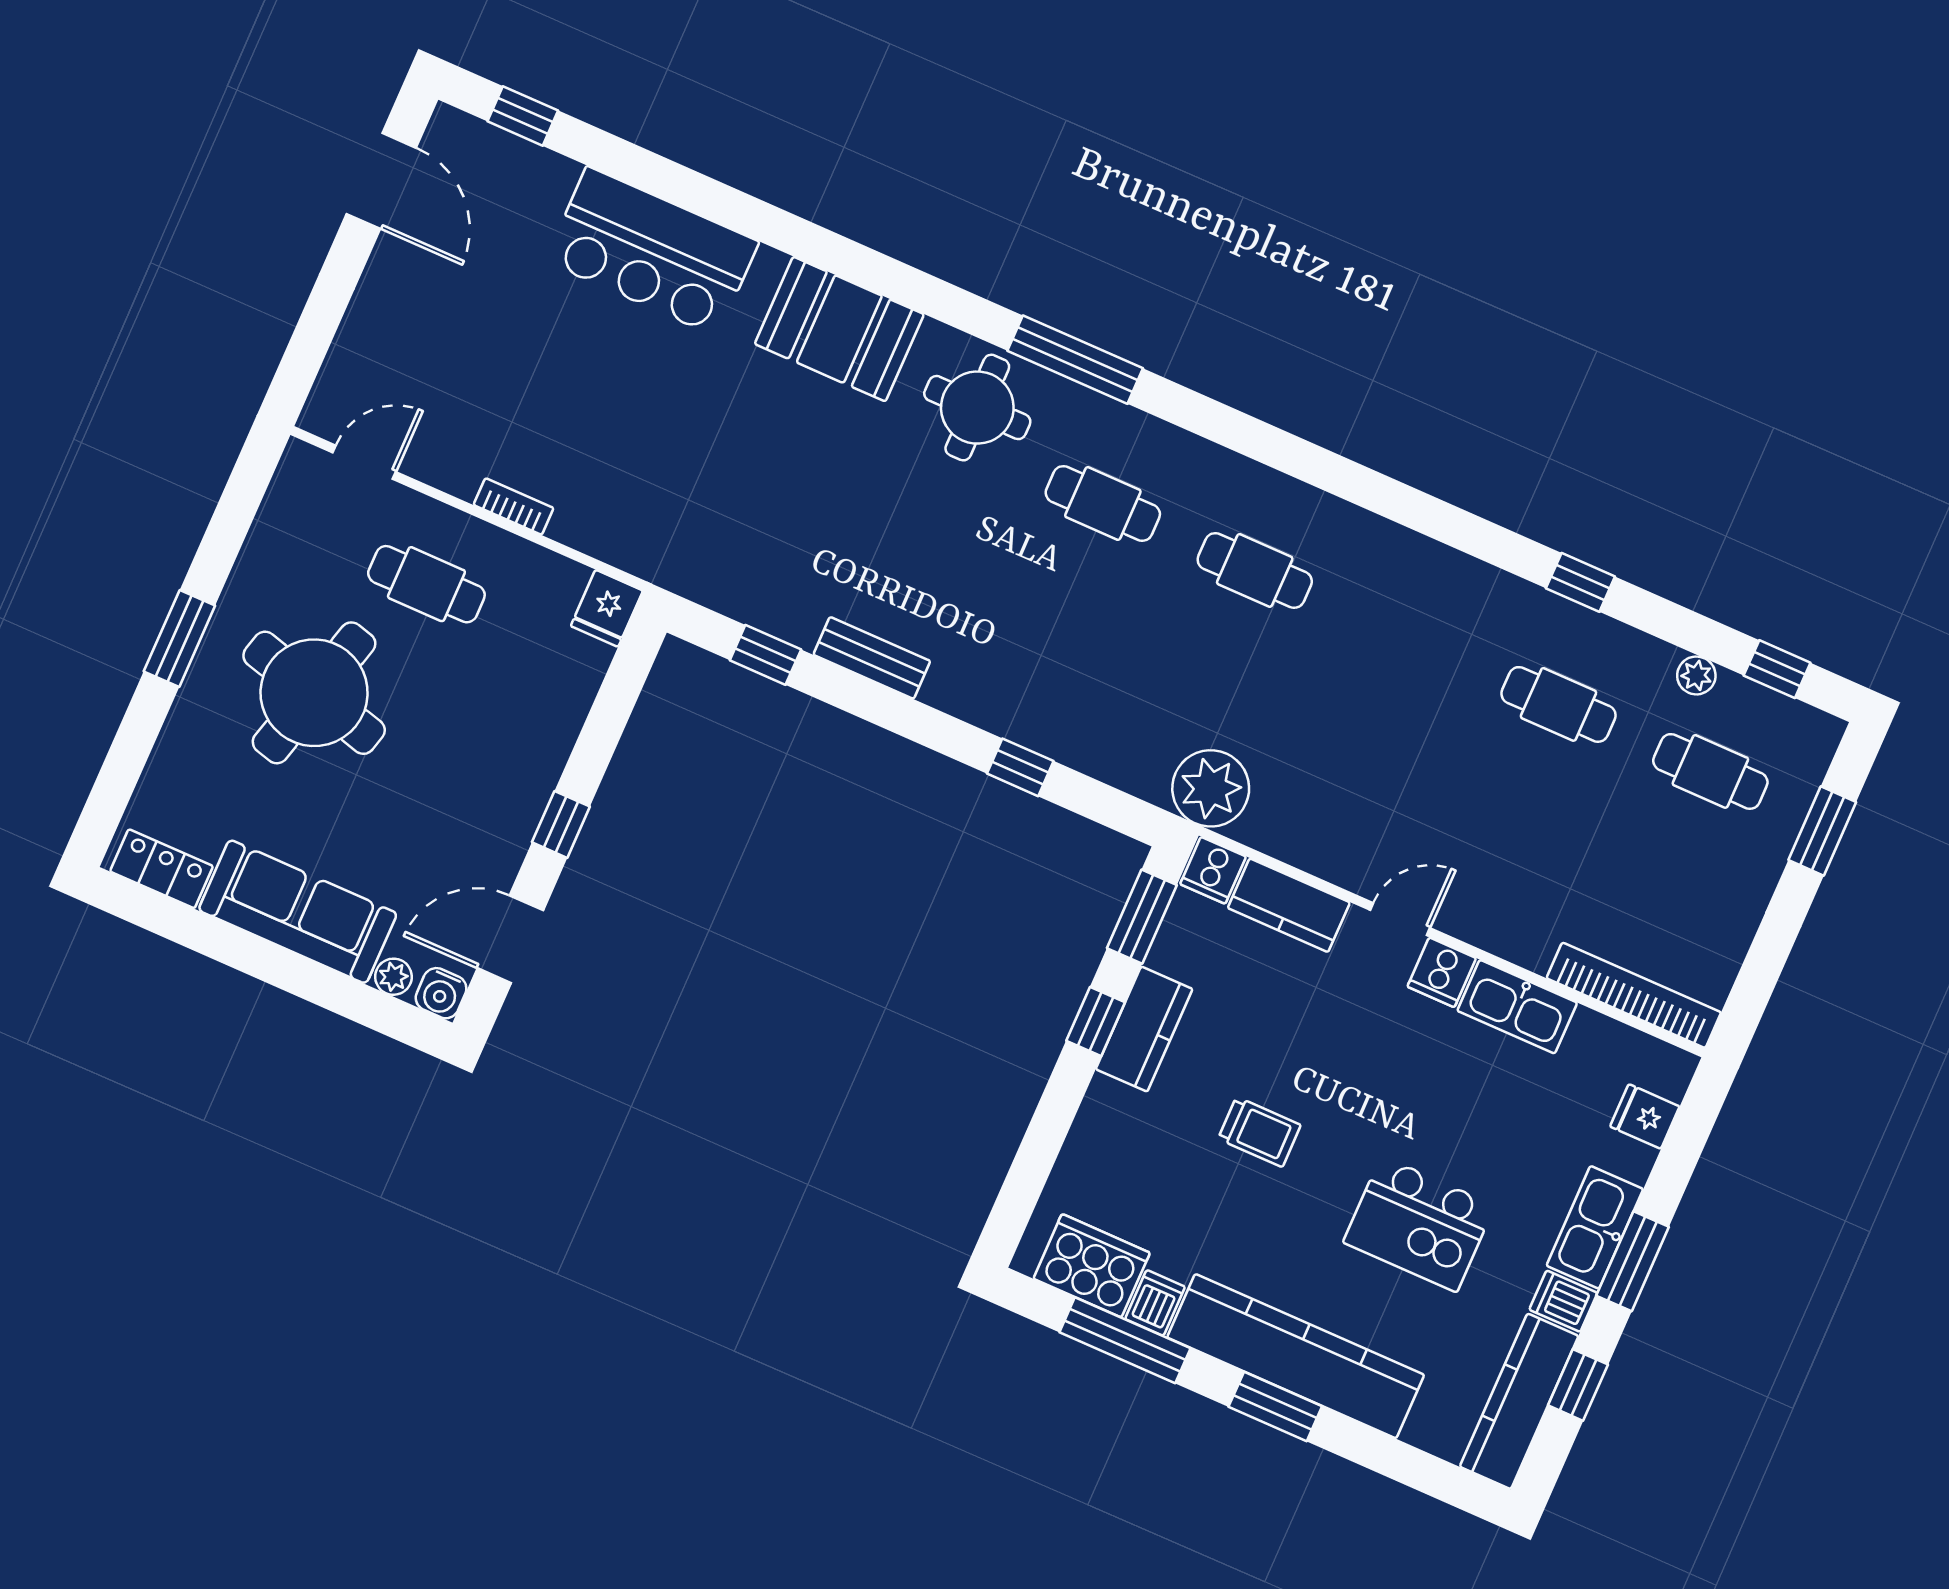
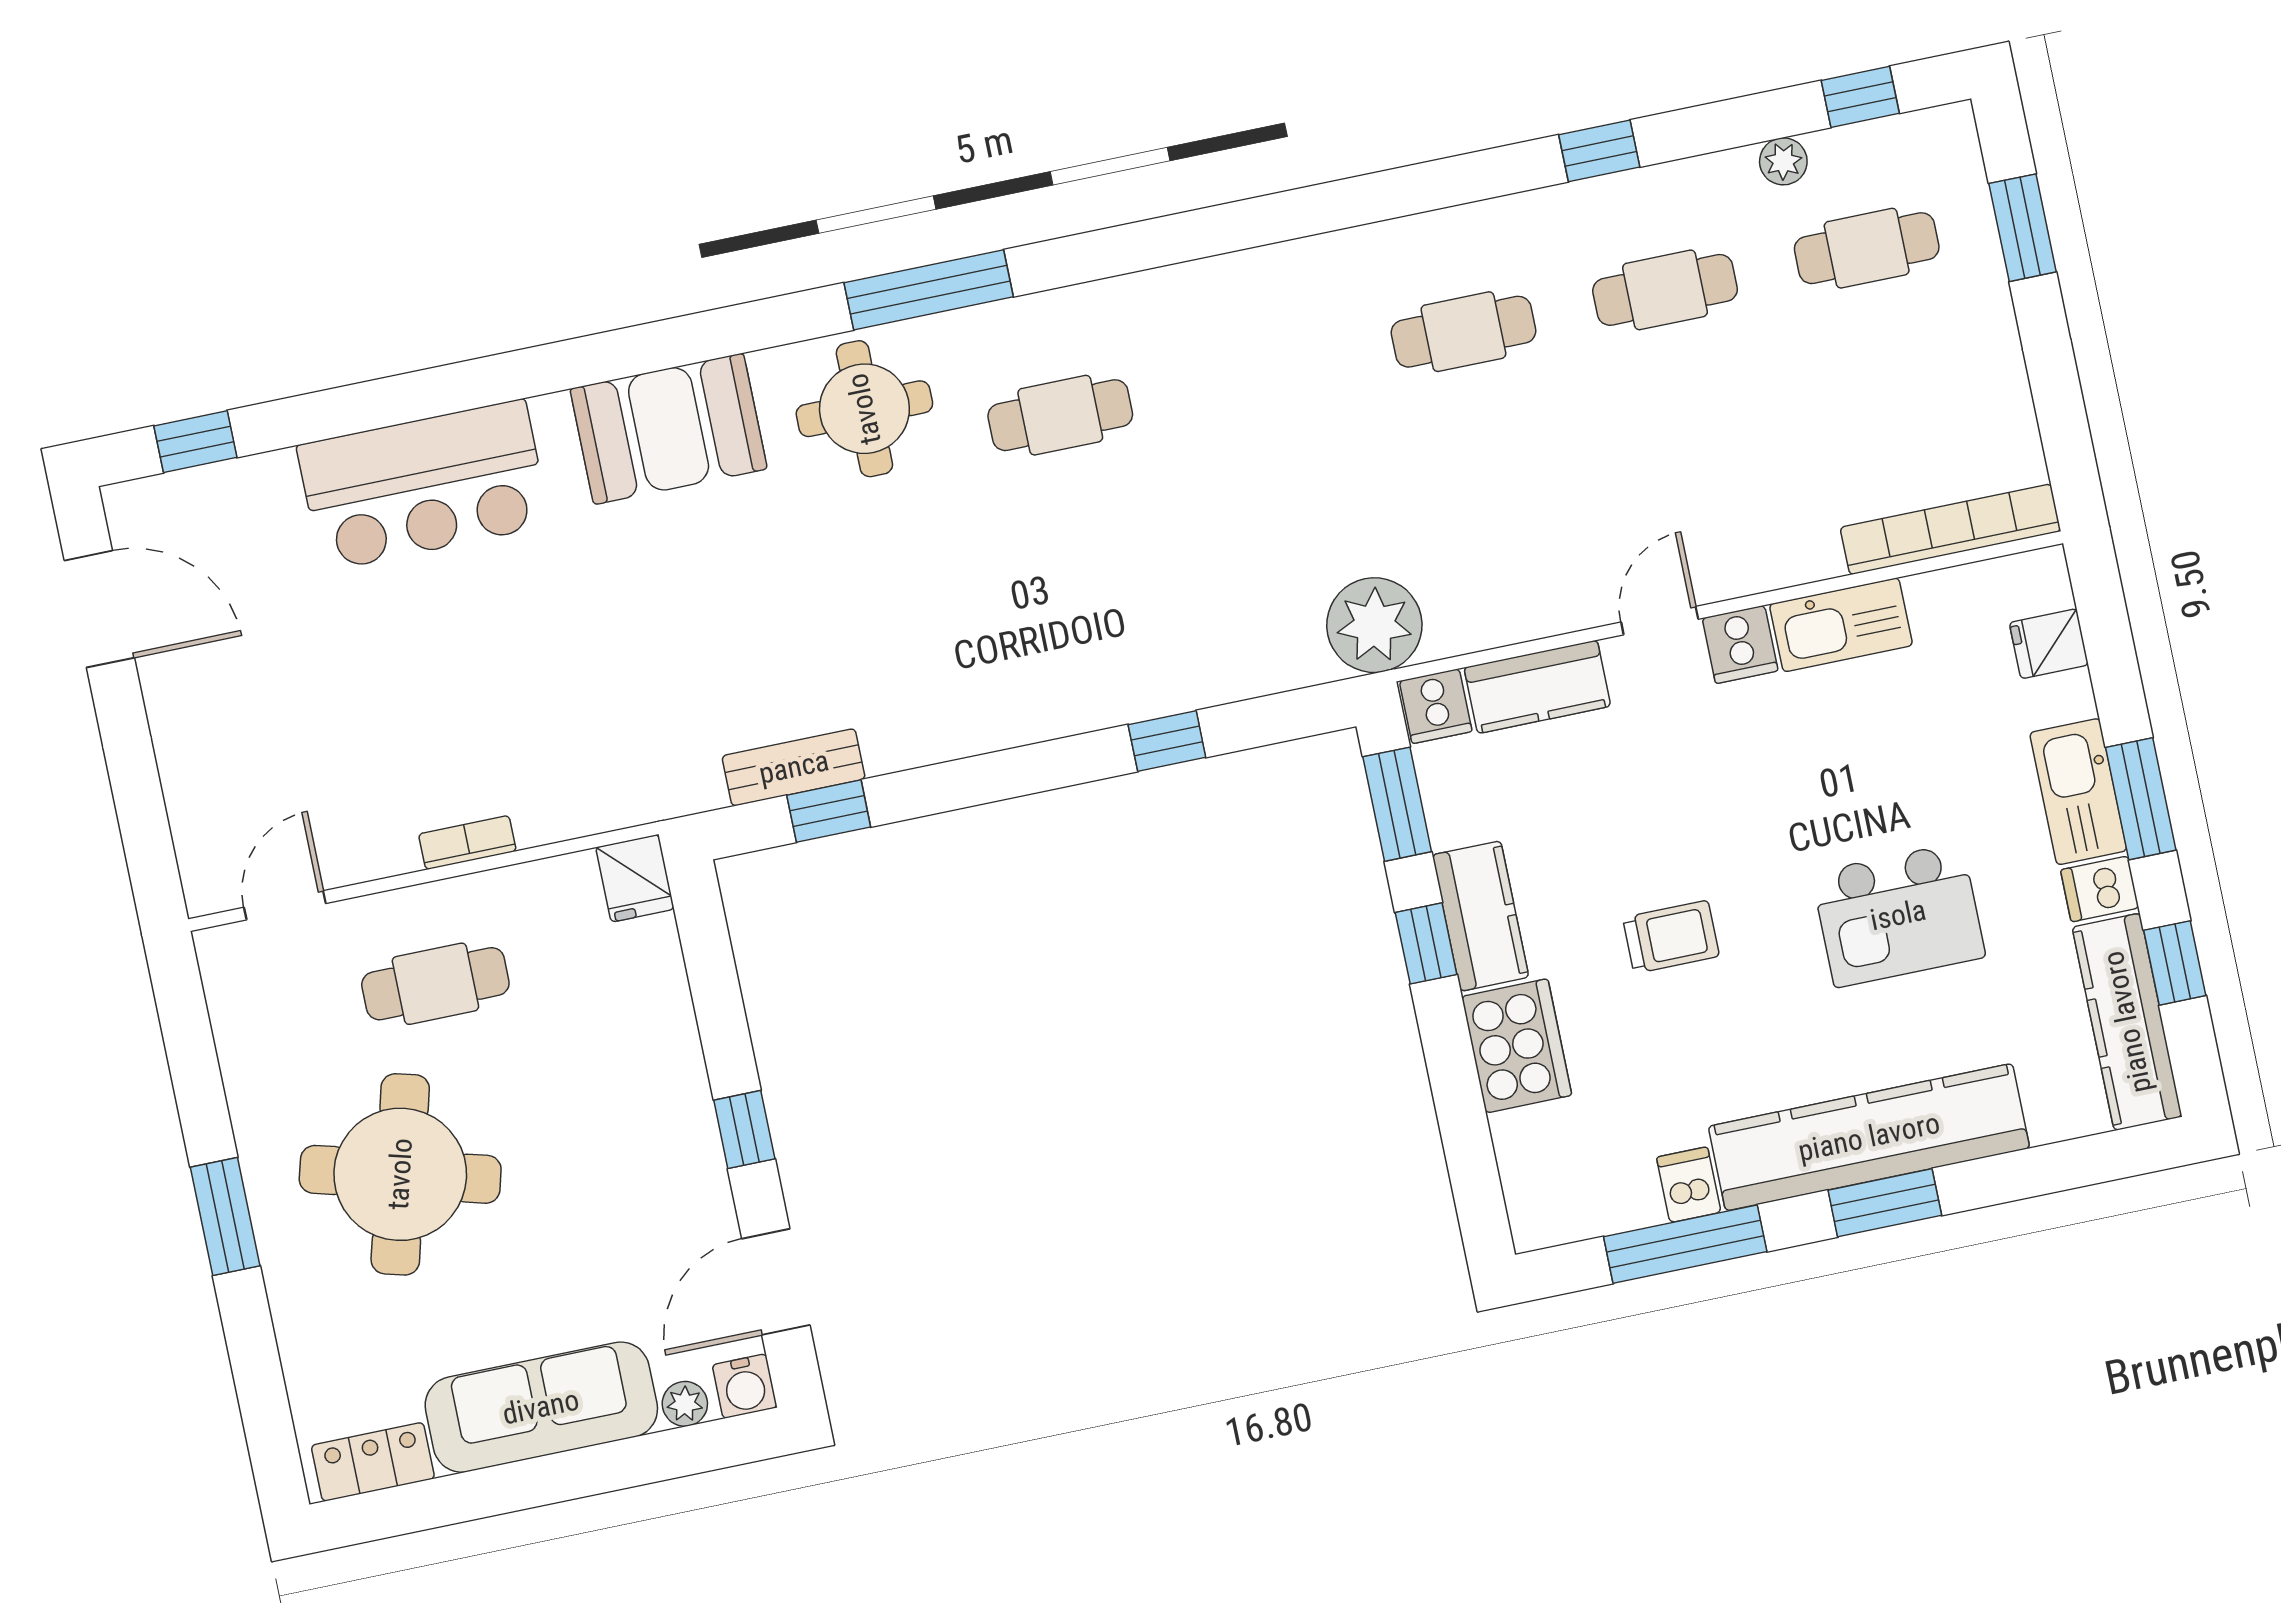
cafe table: (1255, 570) -> (1463, 332), moved
bench: (872, 658) -> (794, 767), moved
cooker: (1092, 1266) -> (1517, 1046), moved, turned 90

